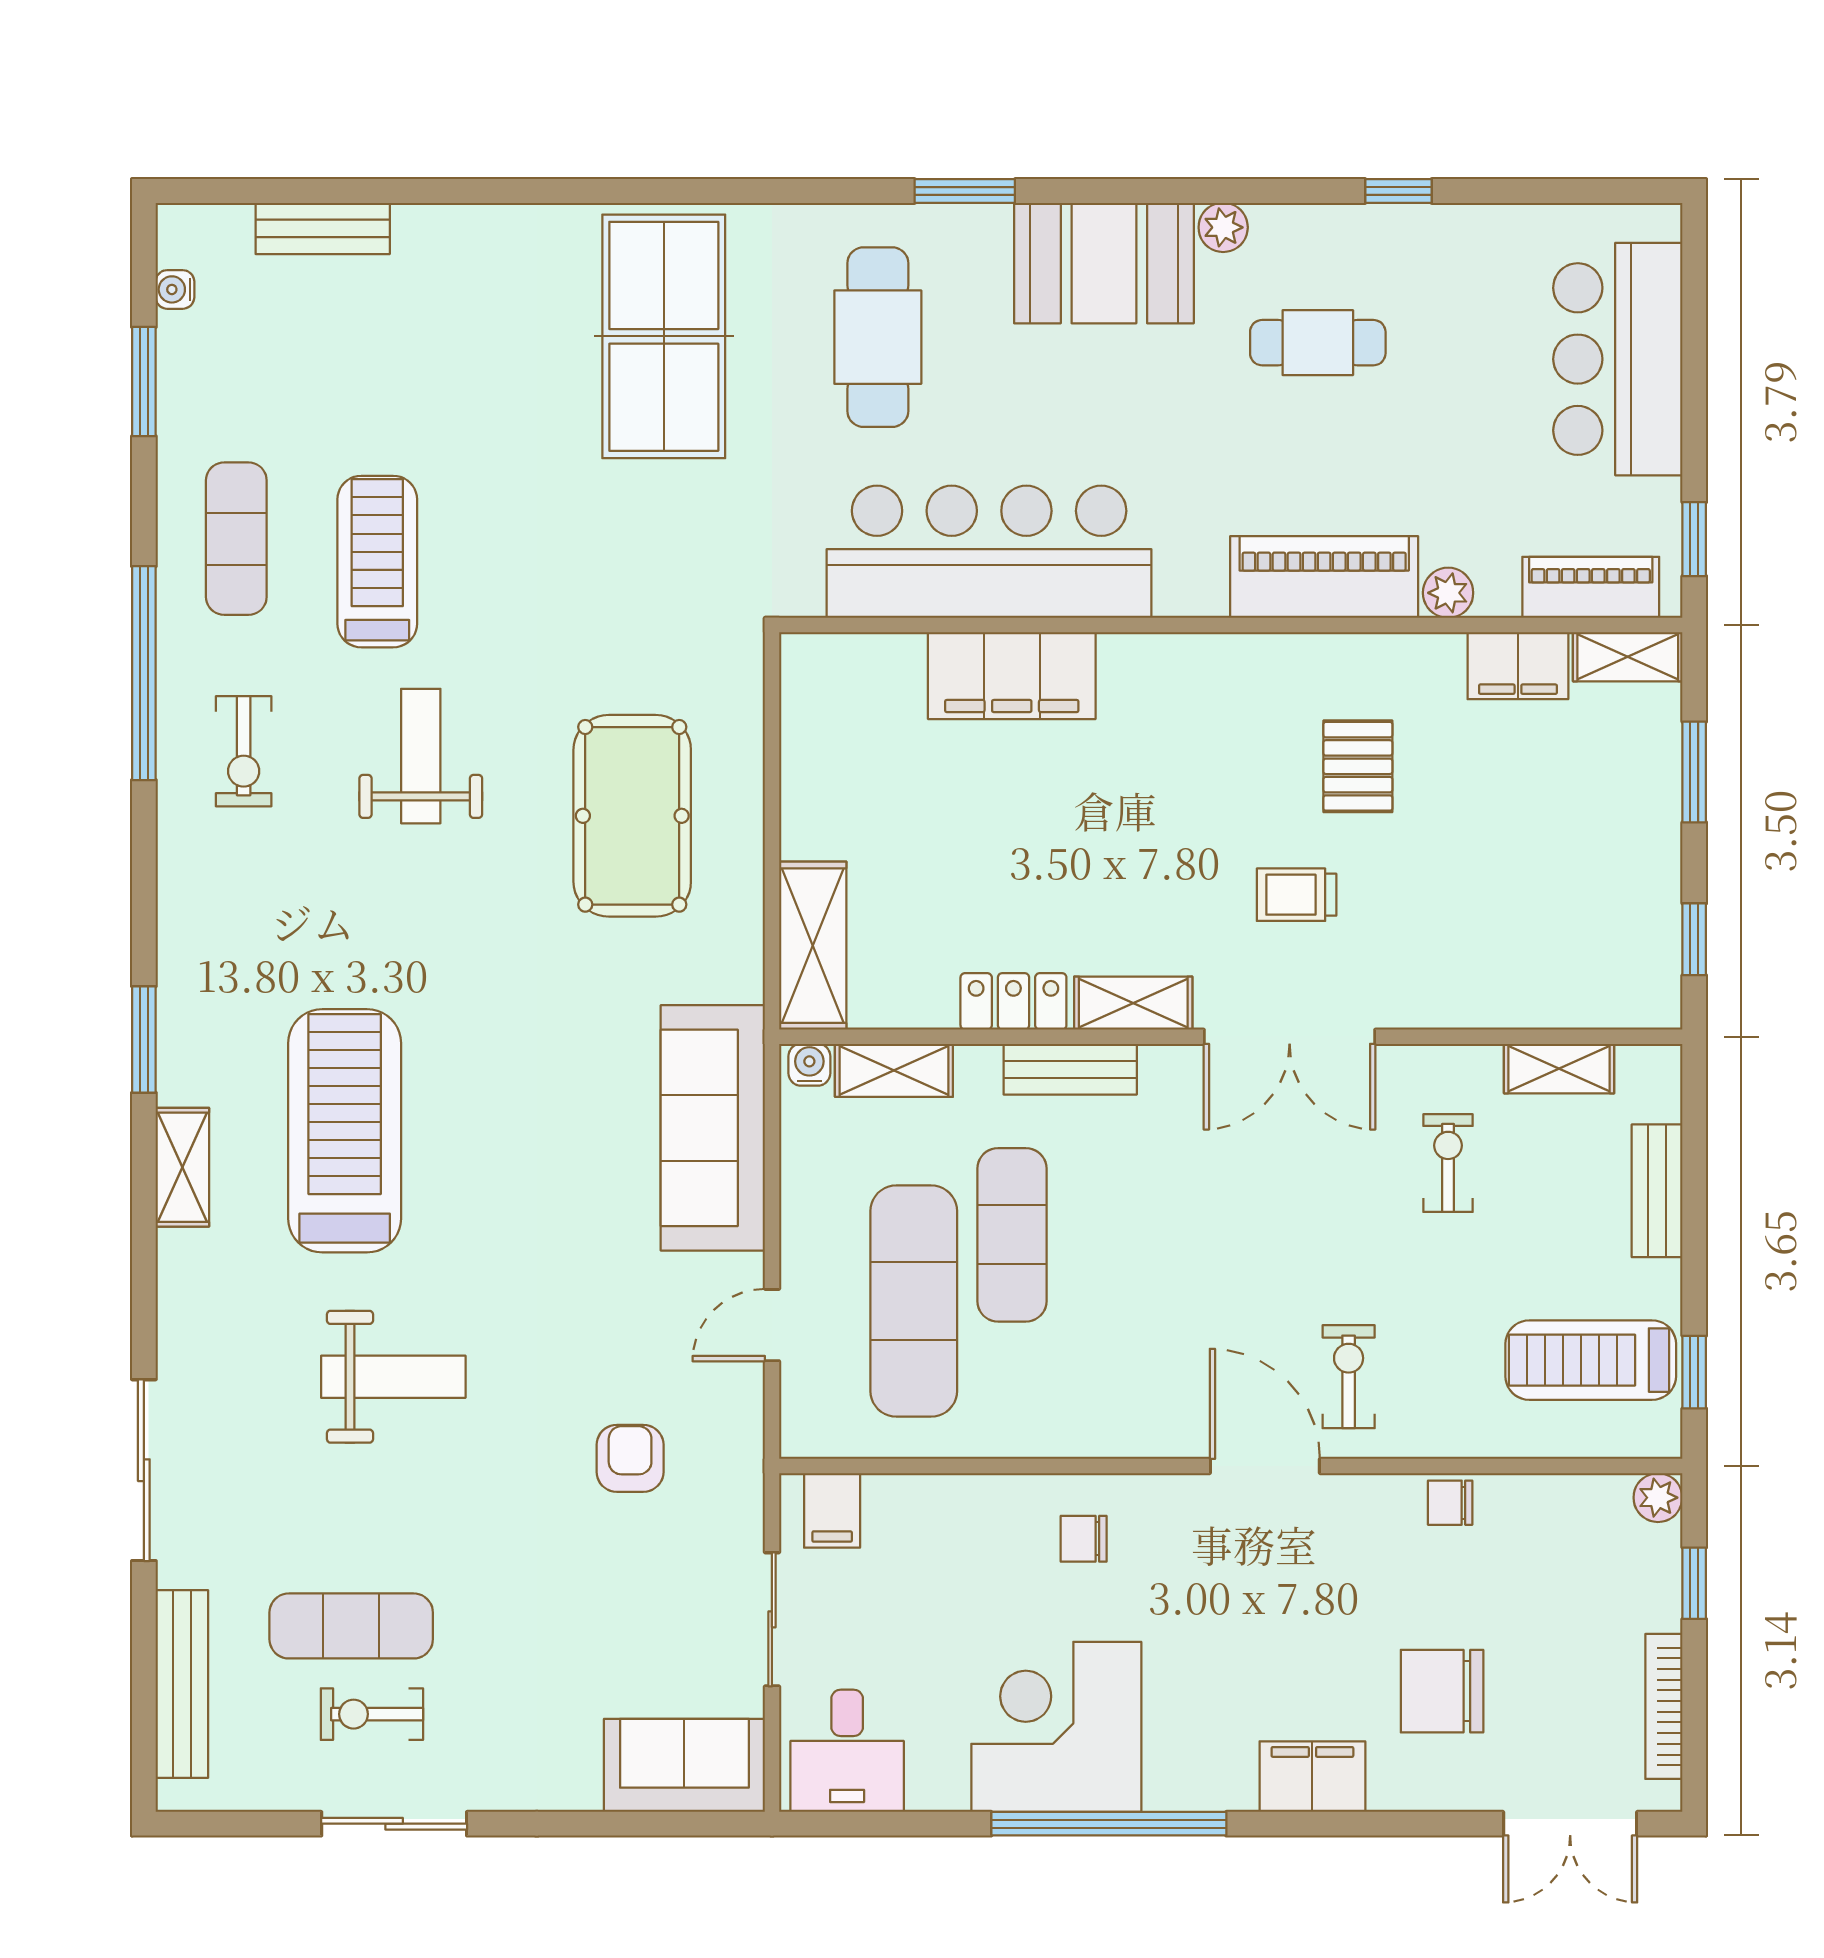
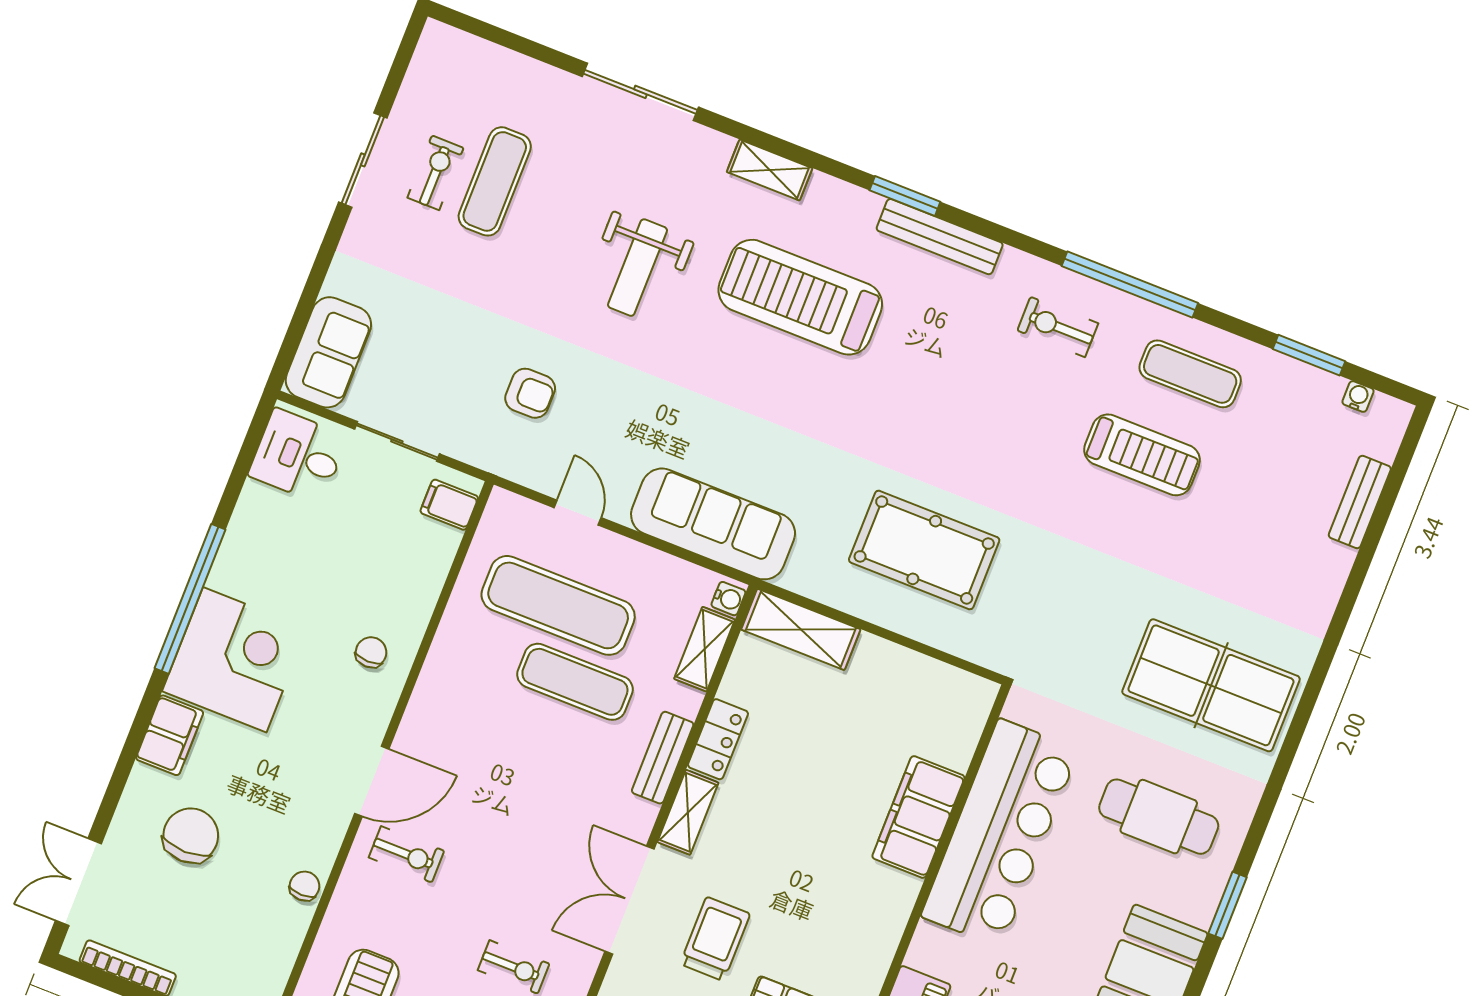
weight bench: (421, 756) -> (1012, 435), removed
trolley: (1297, 895) -> (715, 939), width x1.36, depth x1.39
treadmill: (345, 1131) -> (800, 297), turned 180
shelving: (182, 1167) -> (770, 170), moved
bench: (182, 1684) -> (940, 237), moved
corner desk: (1056, 1727) -> (235, 660), moved

